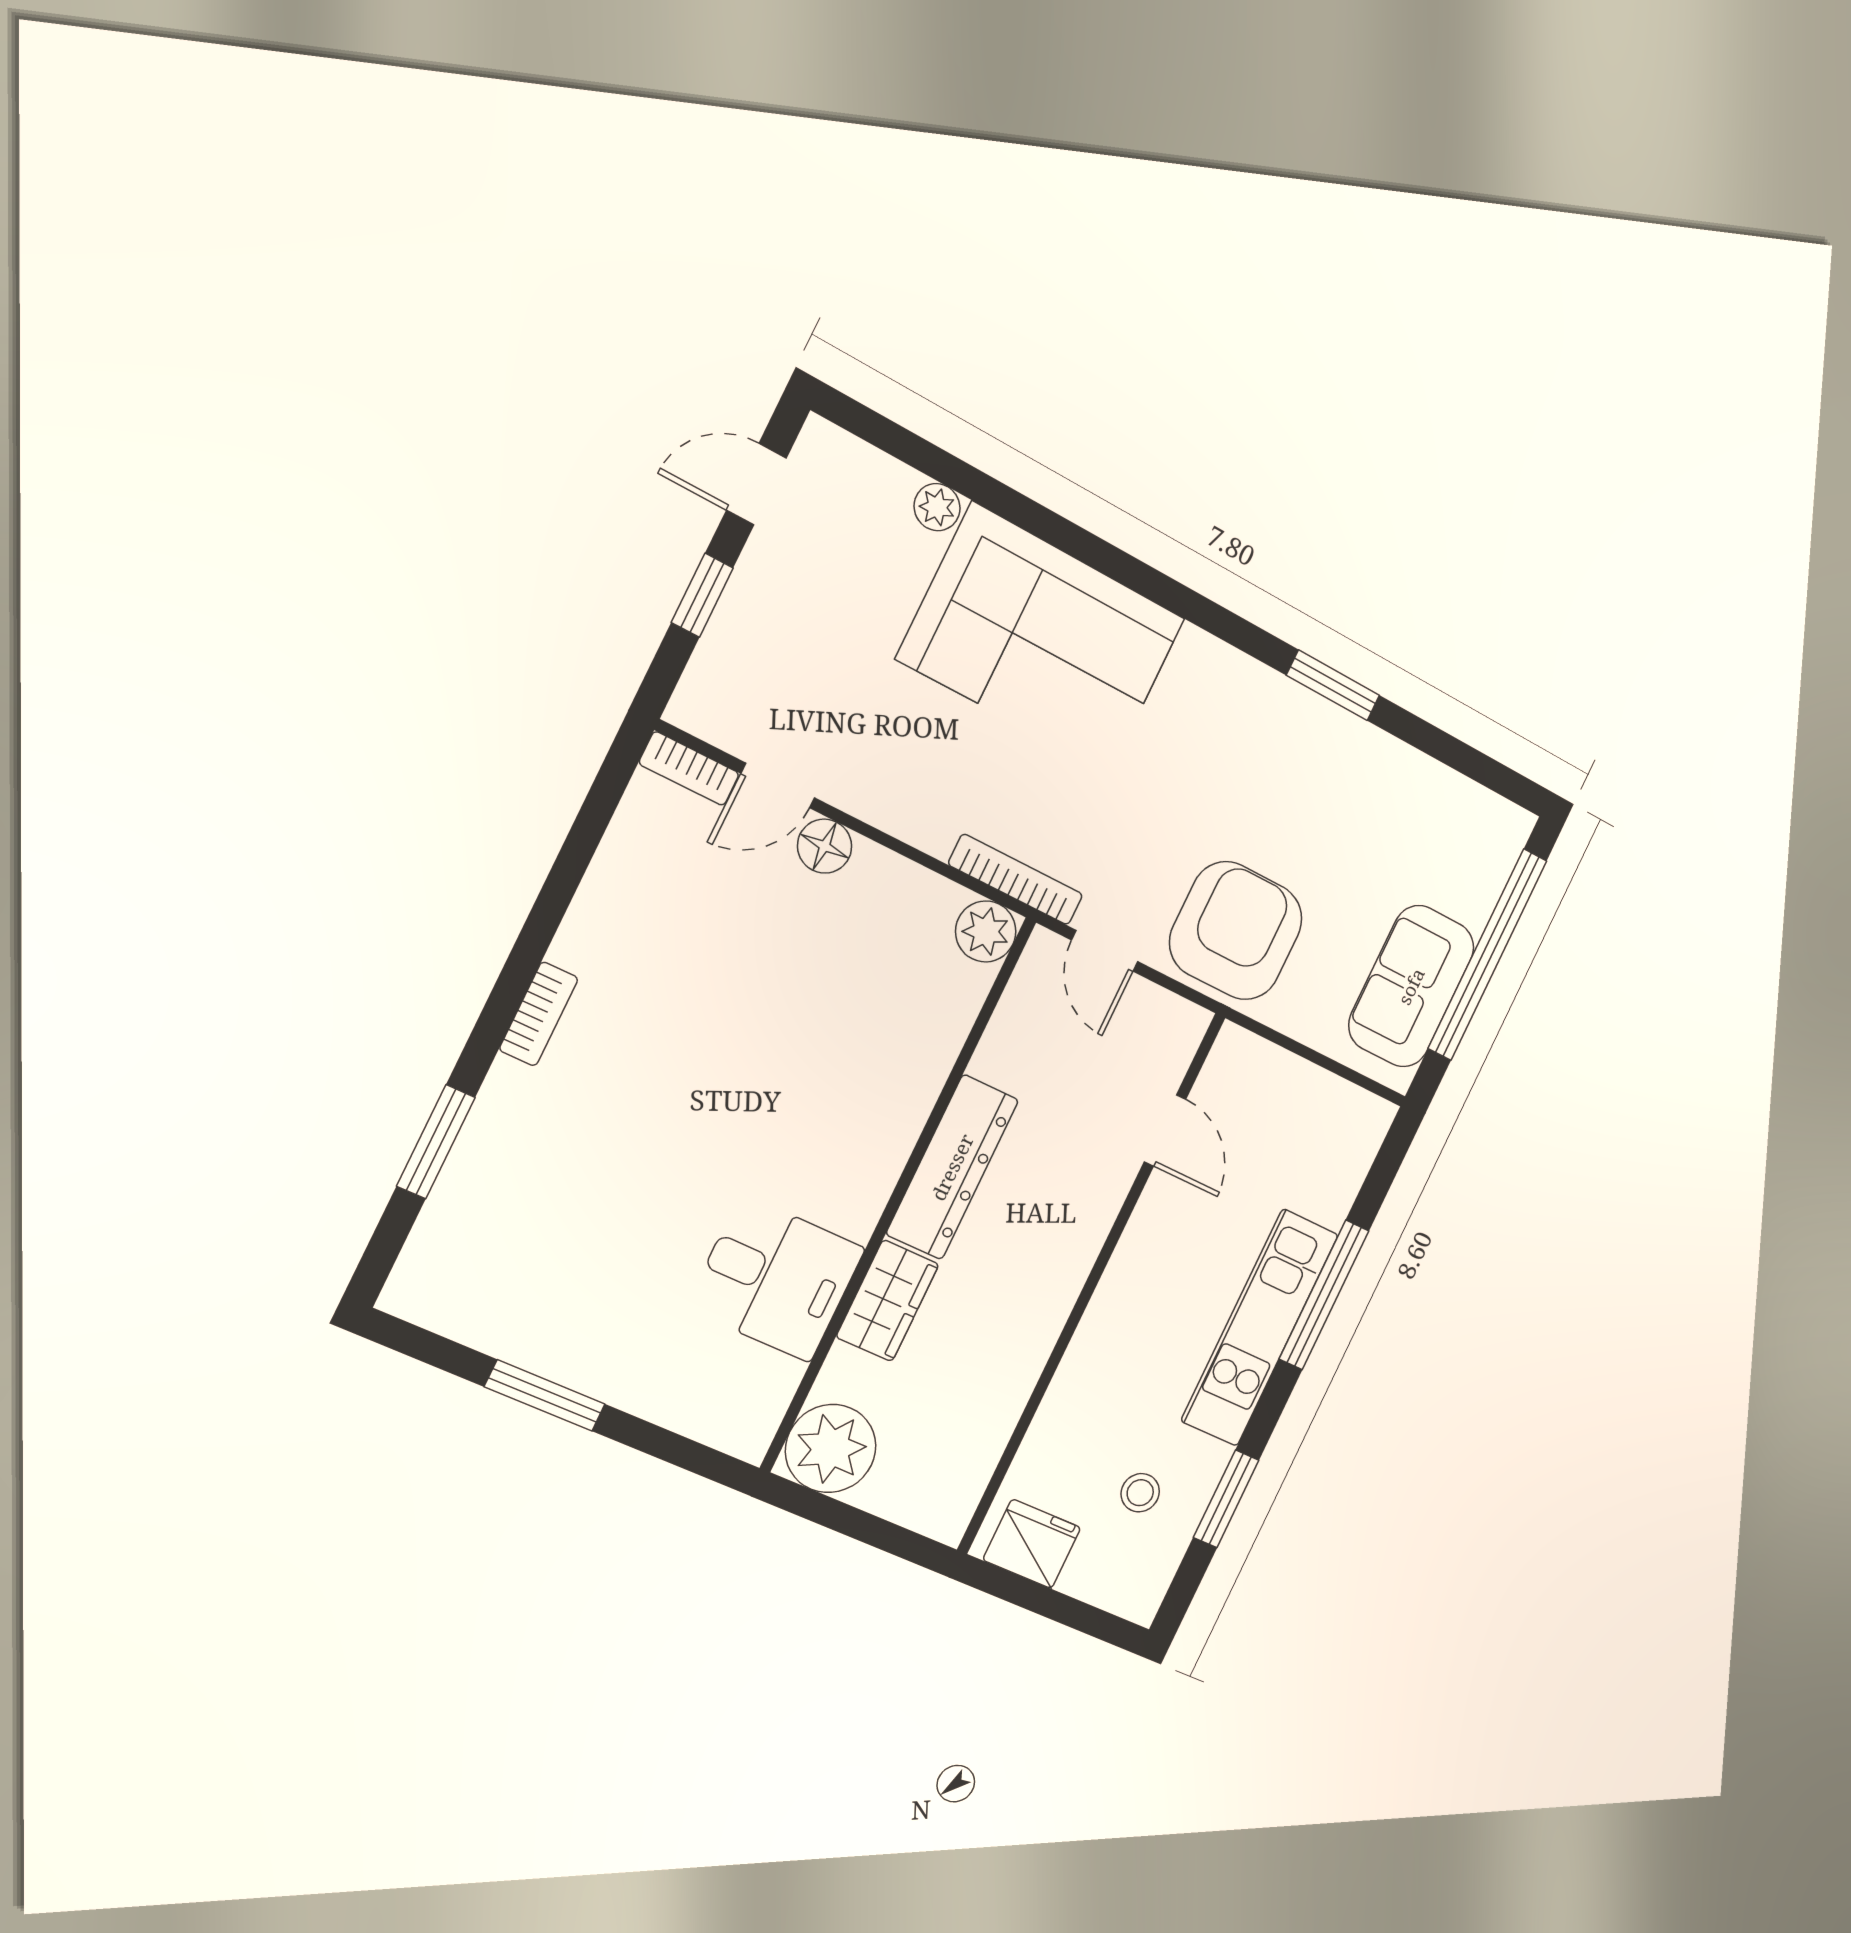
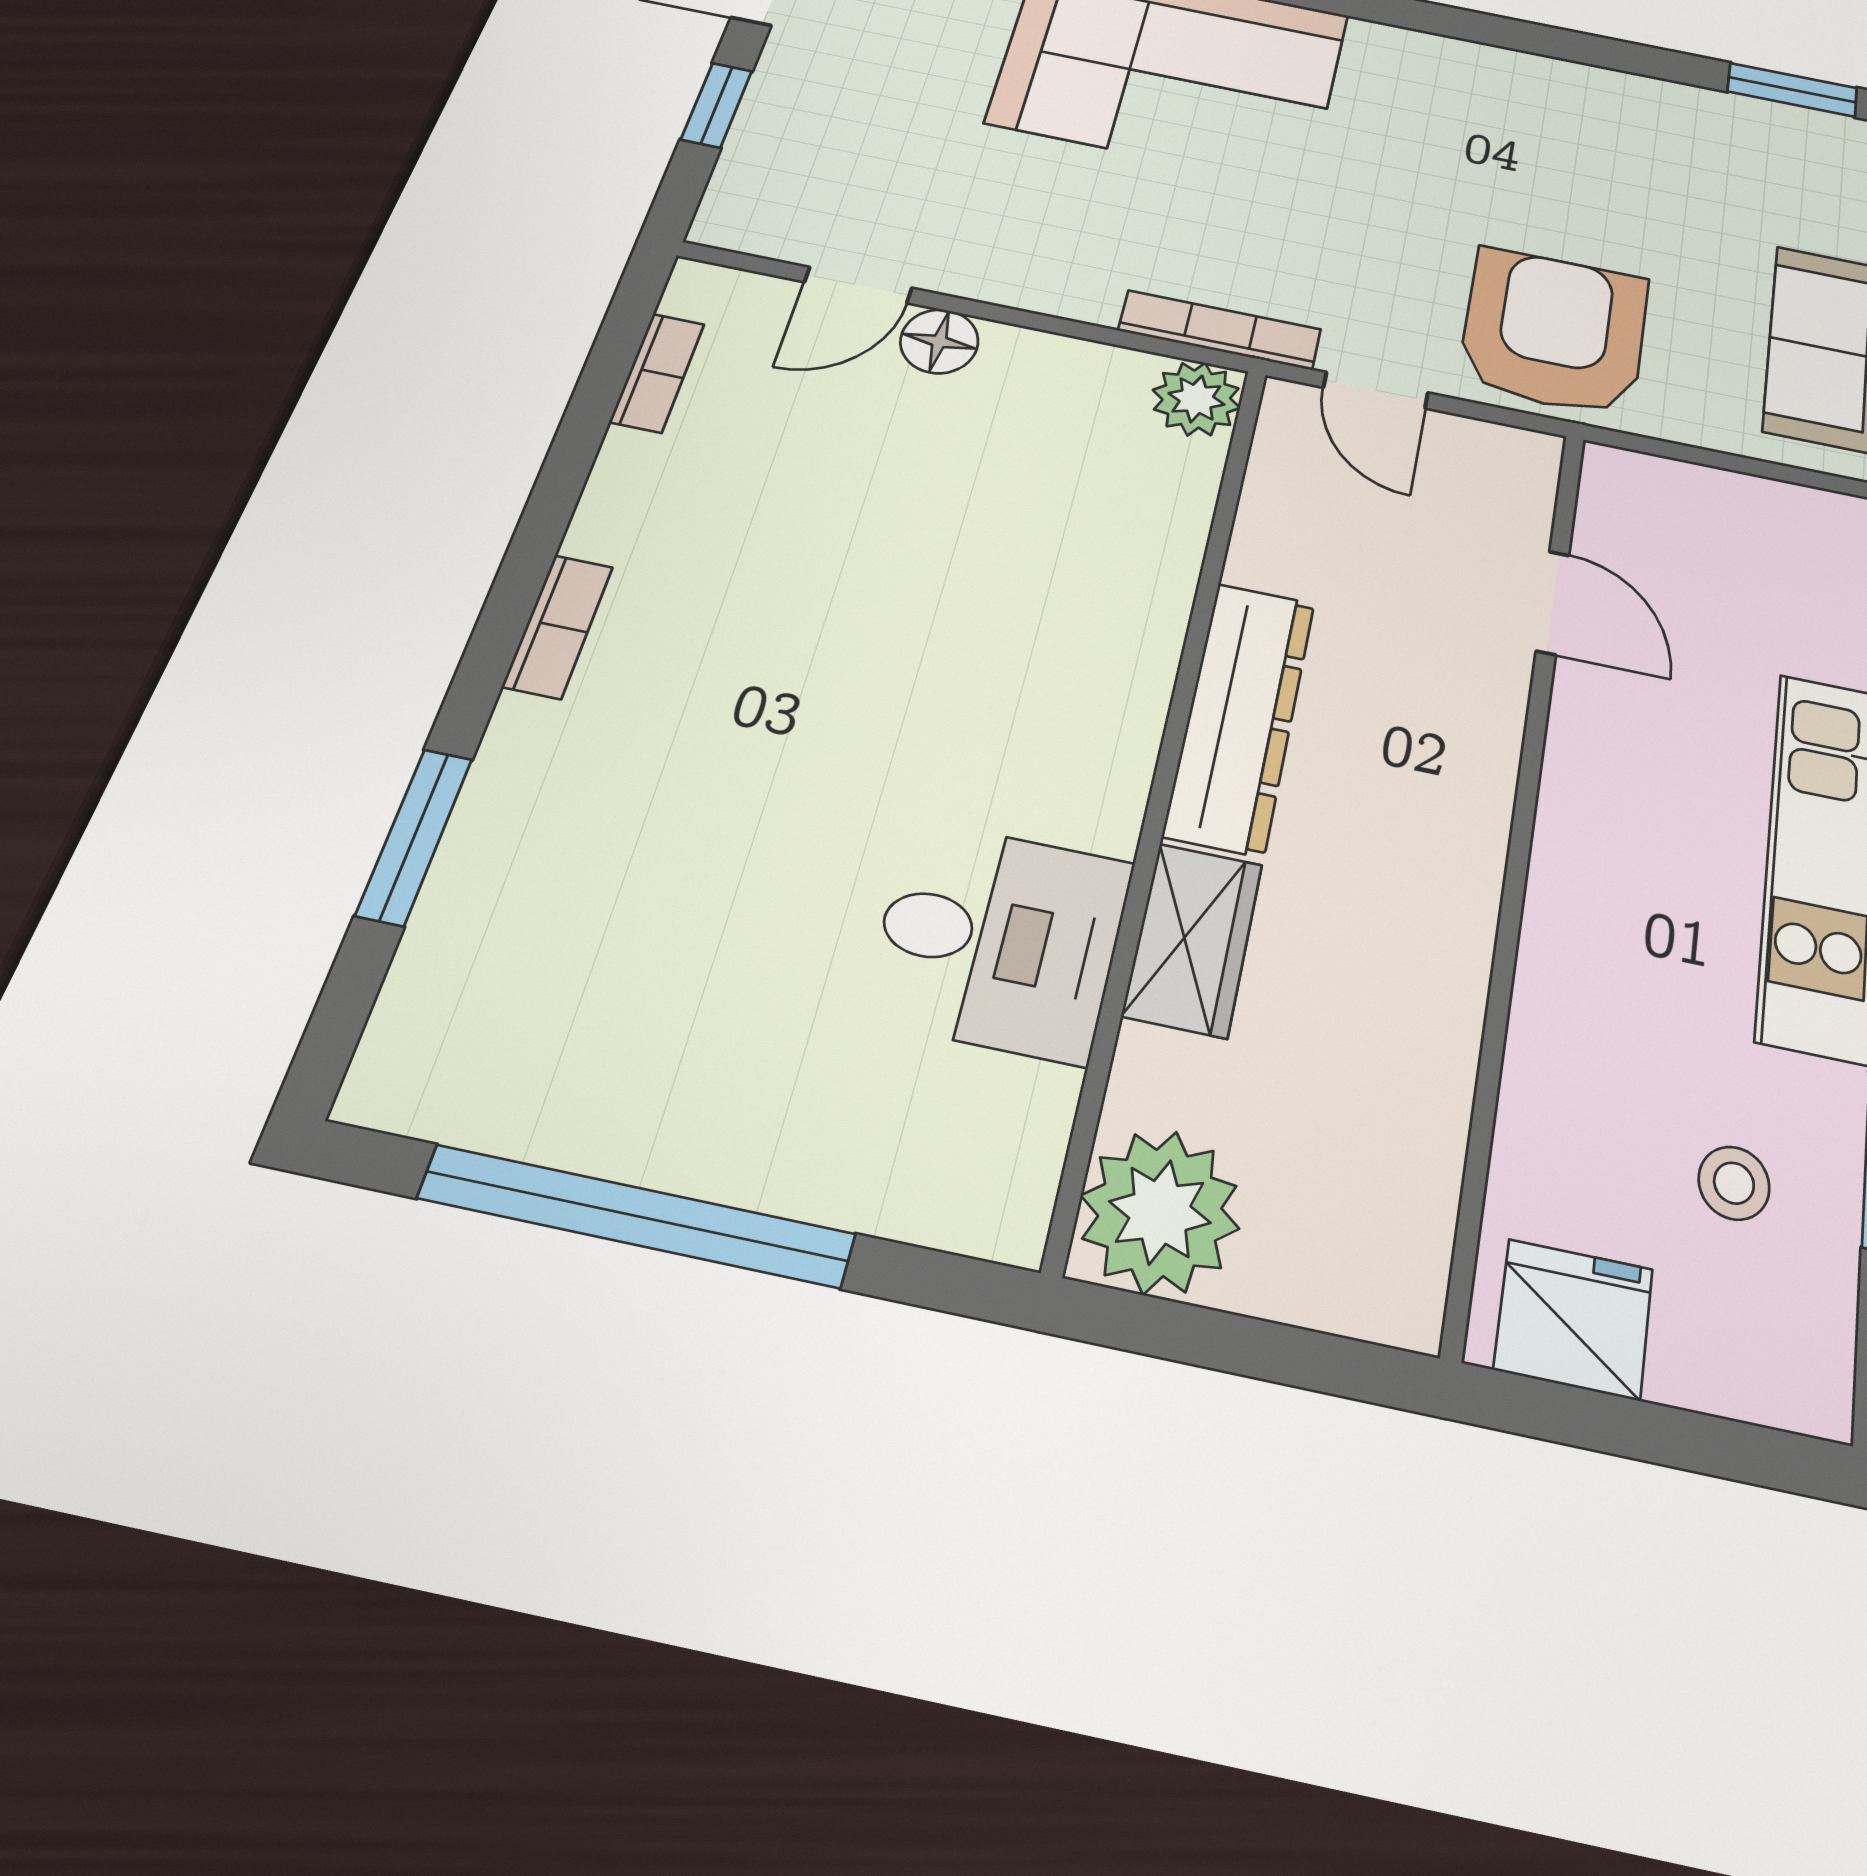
window: (1333, 685) -> (1792, 90), moved
bookcase: (689, 769) -> (657, 373), moved, turned -90
window: (545, 1395) -> (637, 1216), width x2.11

